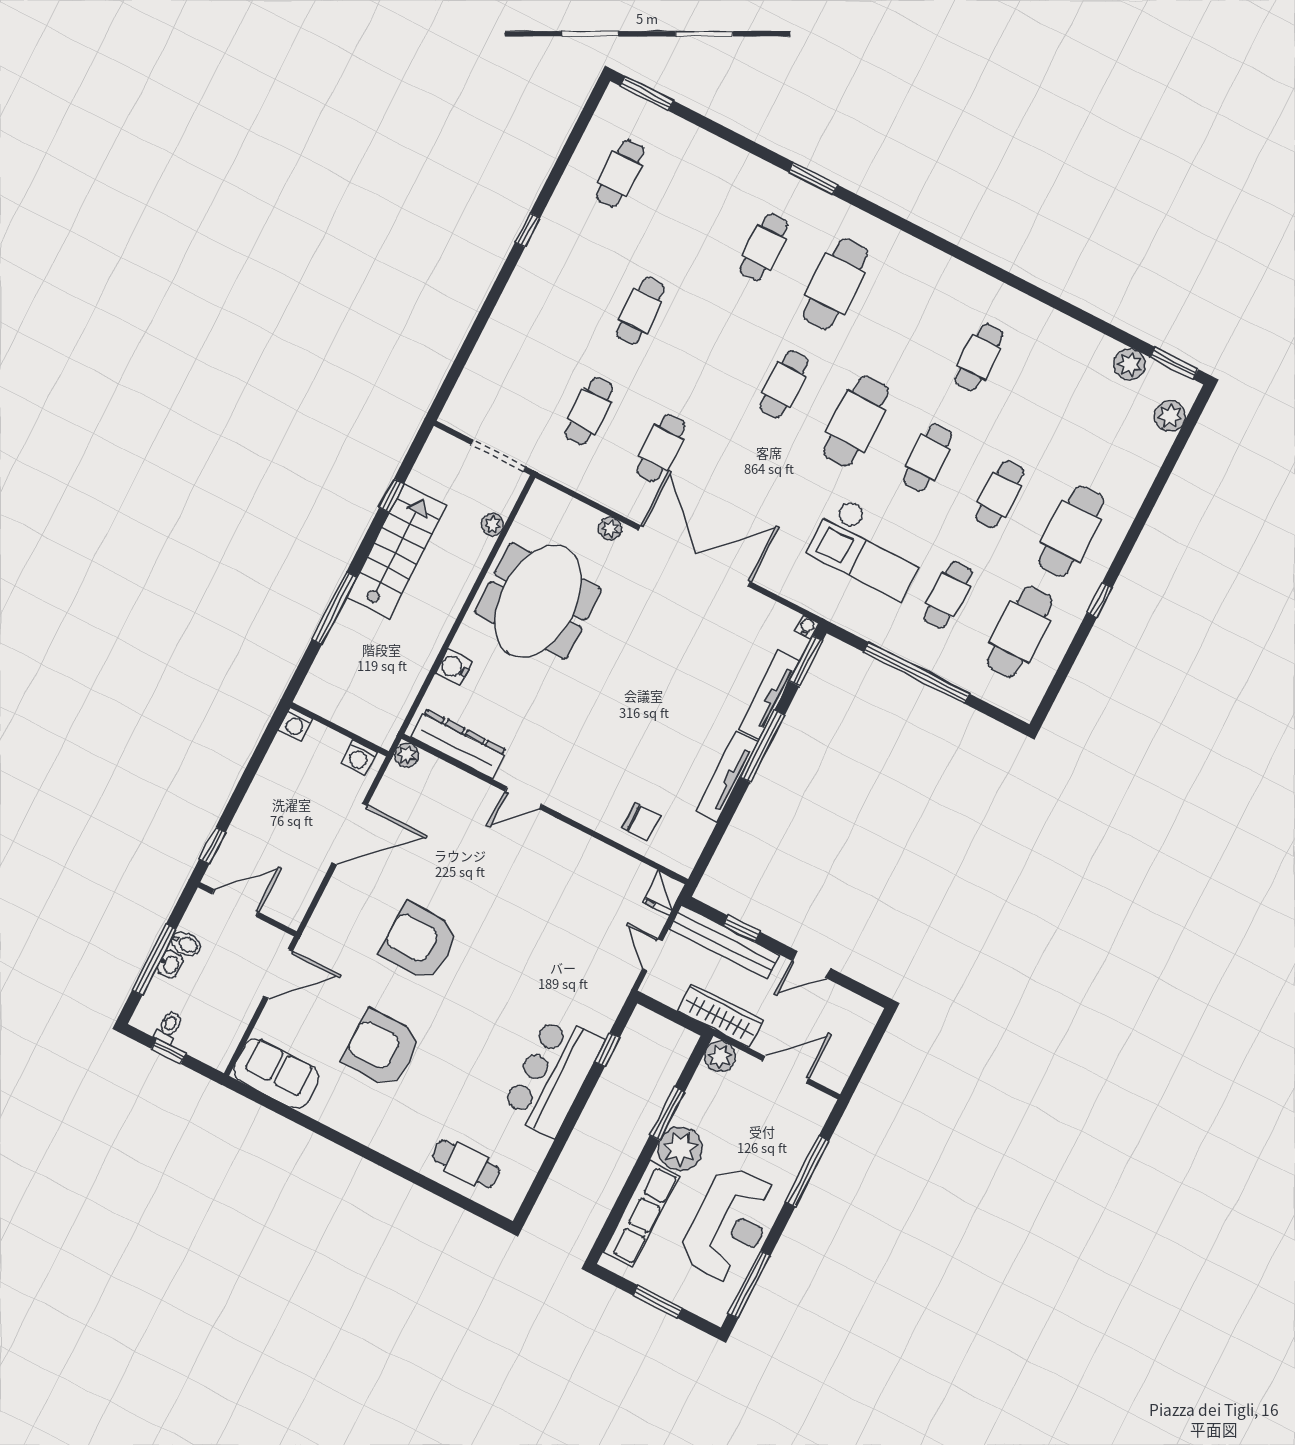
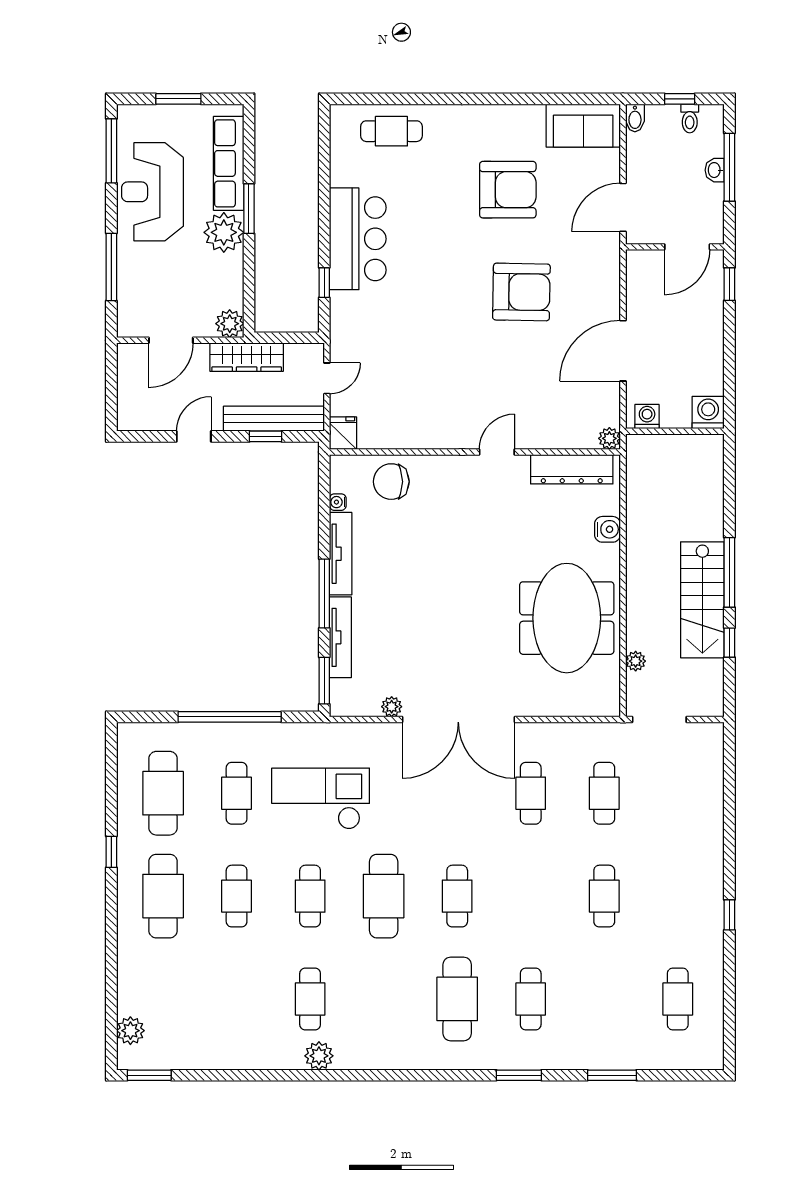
window: (647, 94) -> (612, 1075), moved
plant: (1130, 364) -> (319, 1056), moved
plant: (610, 529) -> (392, 707), moved
window: (334, 608) -> (729, 572), moved
water cooler: (807, 627) -> (338, 502), moved, turned 90
washing machine: (295, 724) -> (708, 413), width x1.38, depth x1.38
chair: (641, 822) -> (391, 482), width x1.37, depth x1.37
bidet: (186, 944) -> (635, 118), moved, turned -90
door: (652, 955) -> (327, 378), hinge flipped
window: (667, 1114) -> (249, 209), moved

